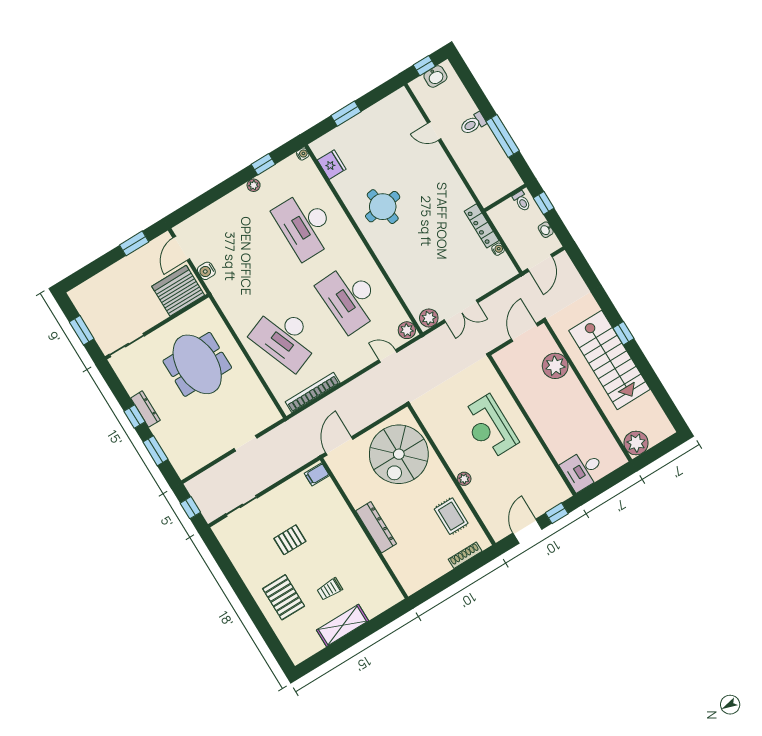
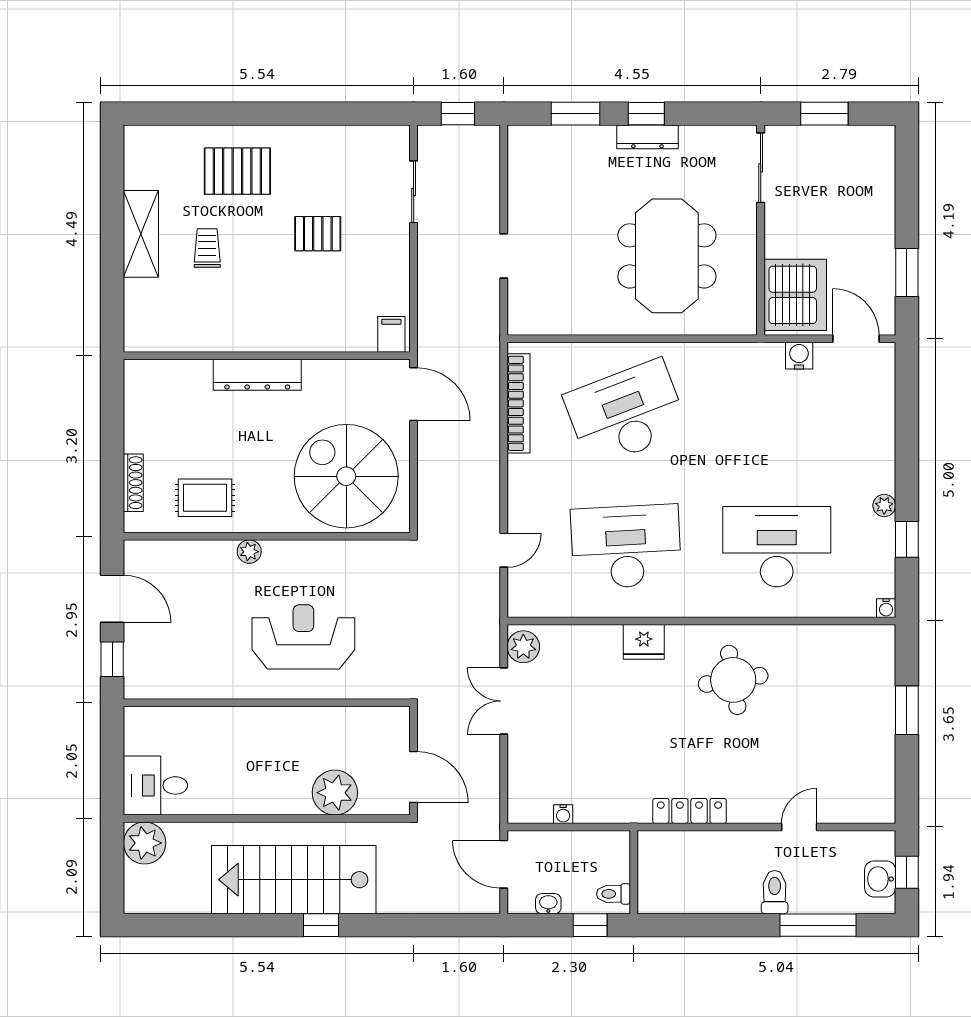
window: (503, 136) -> (818, 925), moved
fridge: (332, 165) -> (644, 642), moved
locker: (482, 226) -> (689, 811), moved
plant: (407, 330) -> (525, 602), removed
meeting table: (197, 364) -> (667, 256), turned 90
desk: (583, 470) -> (155, 785), moved, turned -90
pallet: (290, 540) -> (318, 234), turned 90

